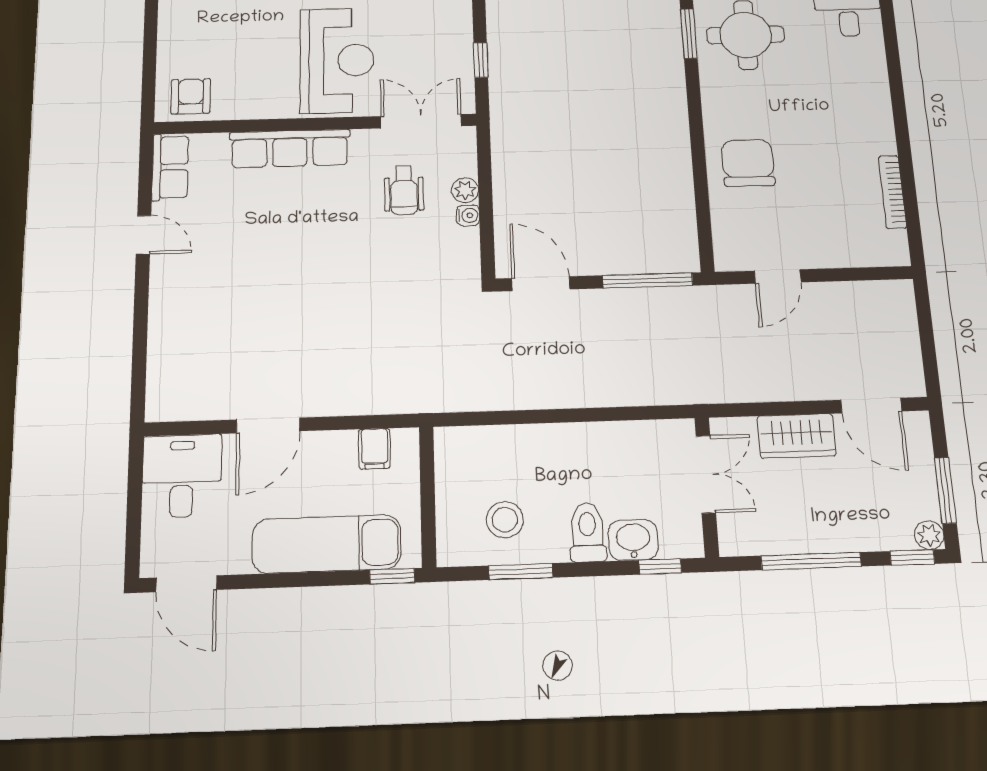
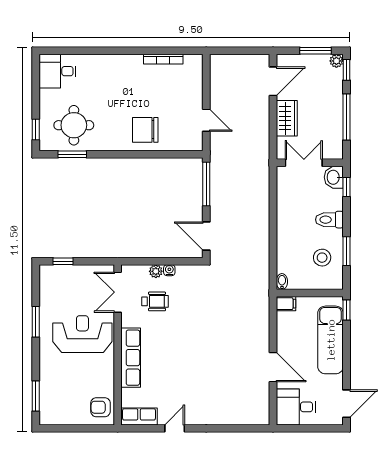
window: (481, 60) -> (63, 261), moved
door: (541, 284) -> (206, 236), hinge flipped
bidet: (451, 438) -> (282, 282), added
filing cabinet: (374, 449) -> (286, 304), moved
washbasin: (633, 540) -> (334, 177), moved

